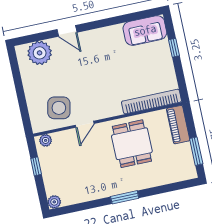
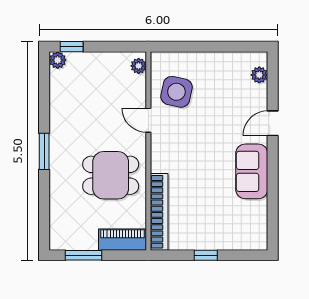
sofa: (145, 30) -> (252, 171), moved
window: (174, 48) -> (206, 255), moved
plant: (40, 53) -> (259, 75), width x0.53, depth x0.53
window: (36, 166) -> (72, 47), moved

